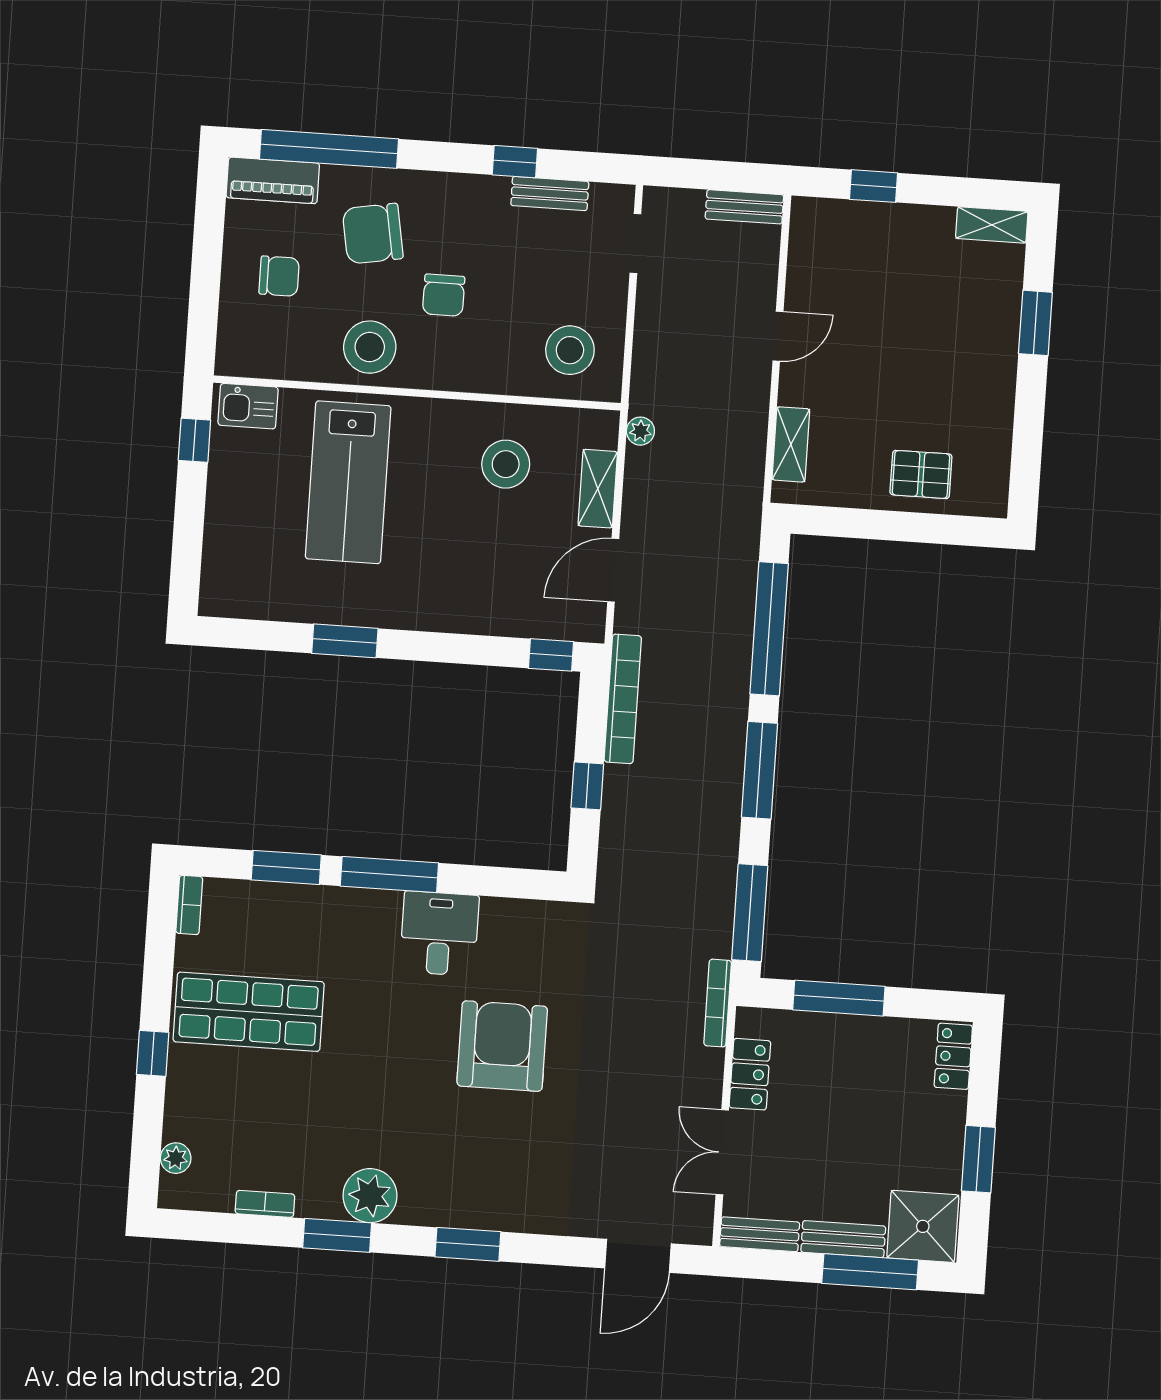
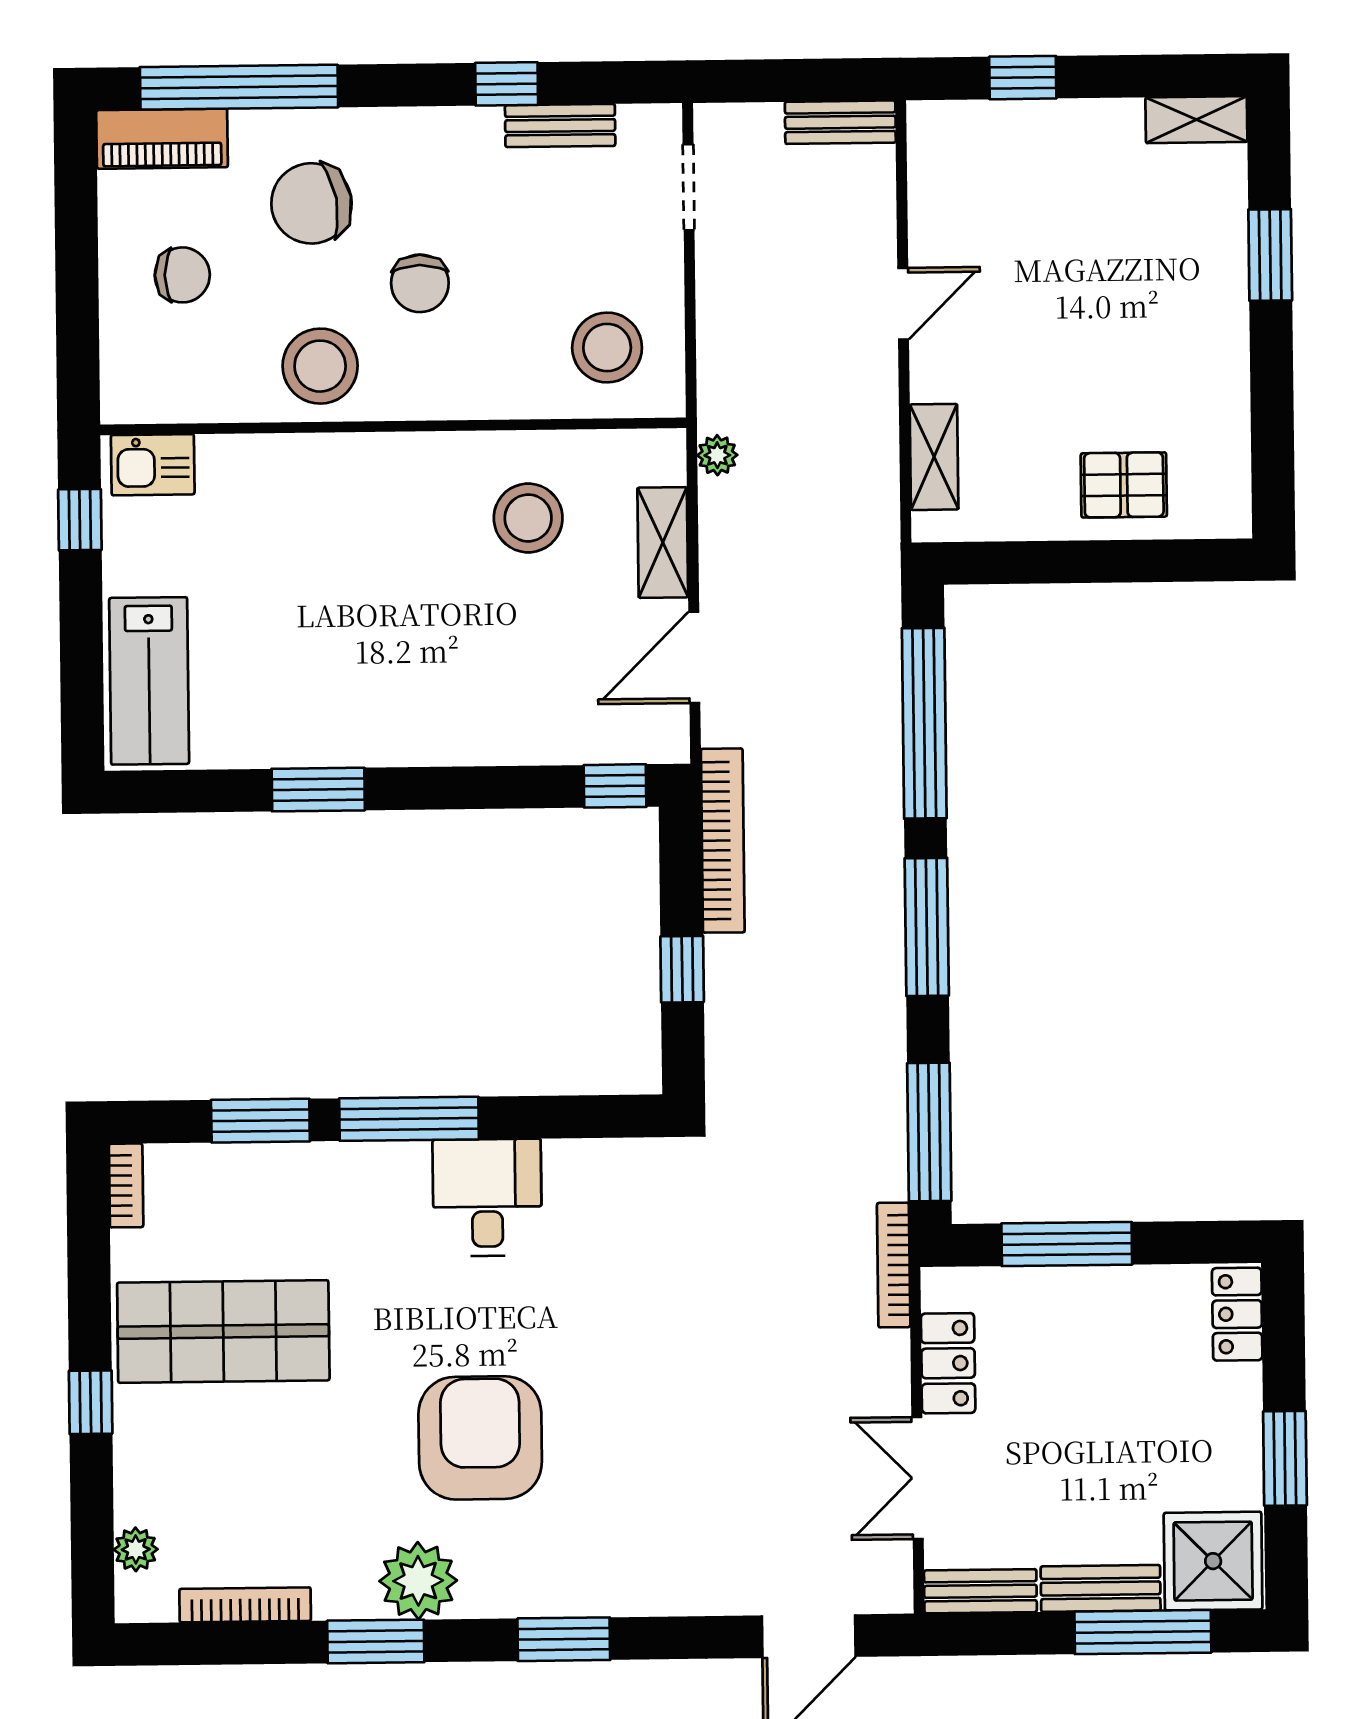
lab bench: (348, 482) -> (149, 681), moved, width x0.73, depth x0.72
armchair: (502, 1046) -> (480, 1438), moved
bookcase: (265, 1204) -> (245, 1605), width x1.56

